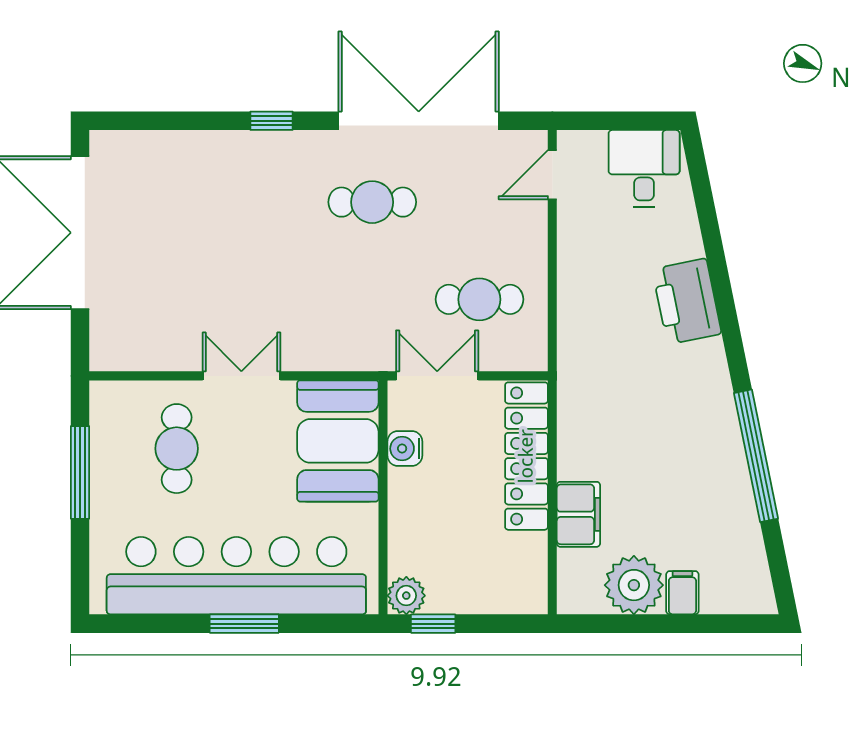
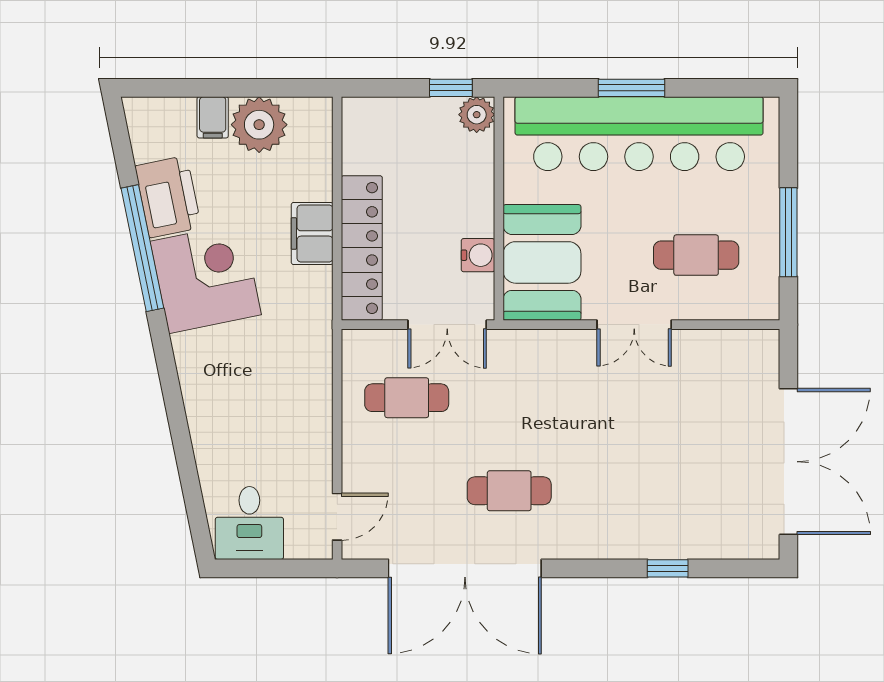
window: (271, 121) -> (668, 568), moved
printer: (687, 301) -> (168, 197), moved
corner desk: (690, 425) -> (206, 278), added
cafe table: (177, 449) -> (696, 255), turned 90
filing cabinet: (578, 514) -> (312, 233), moved

